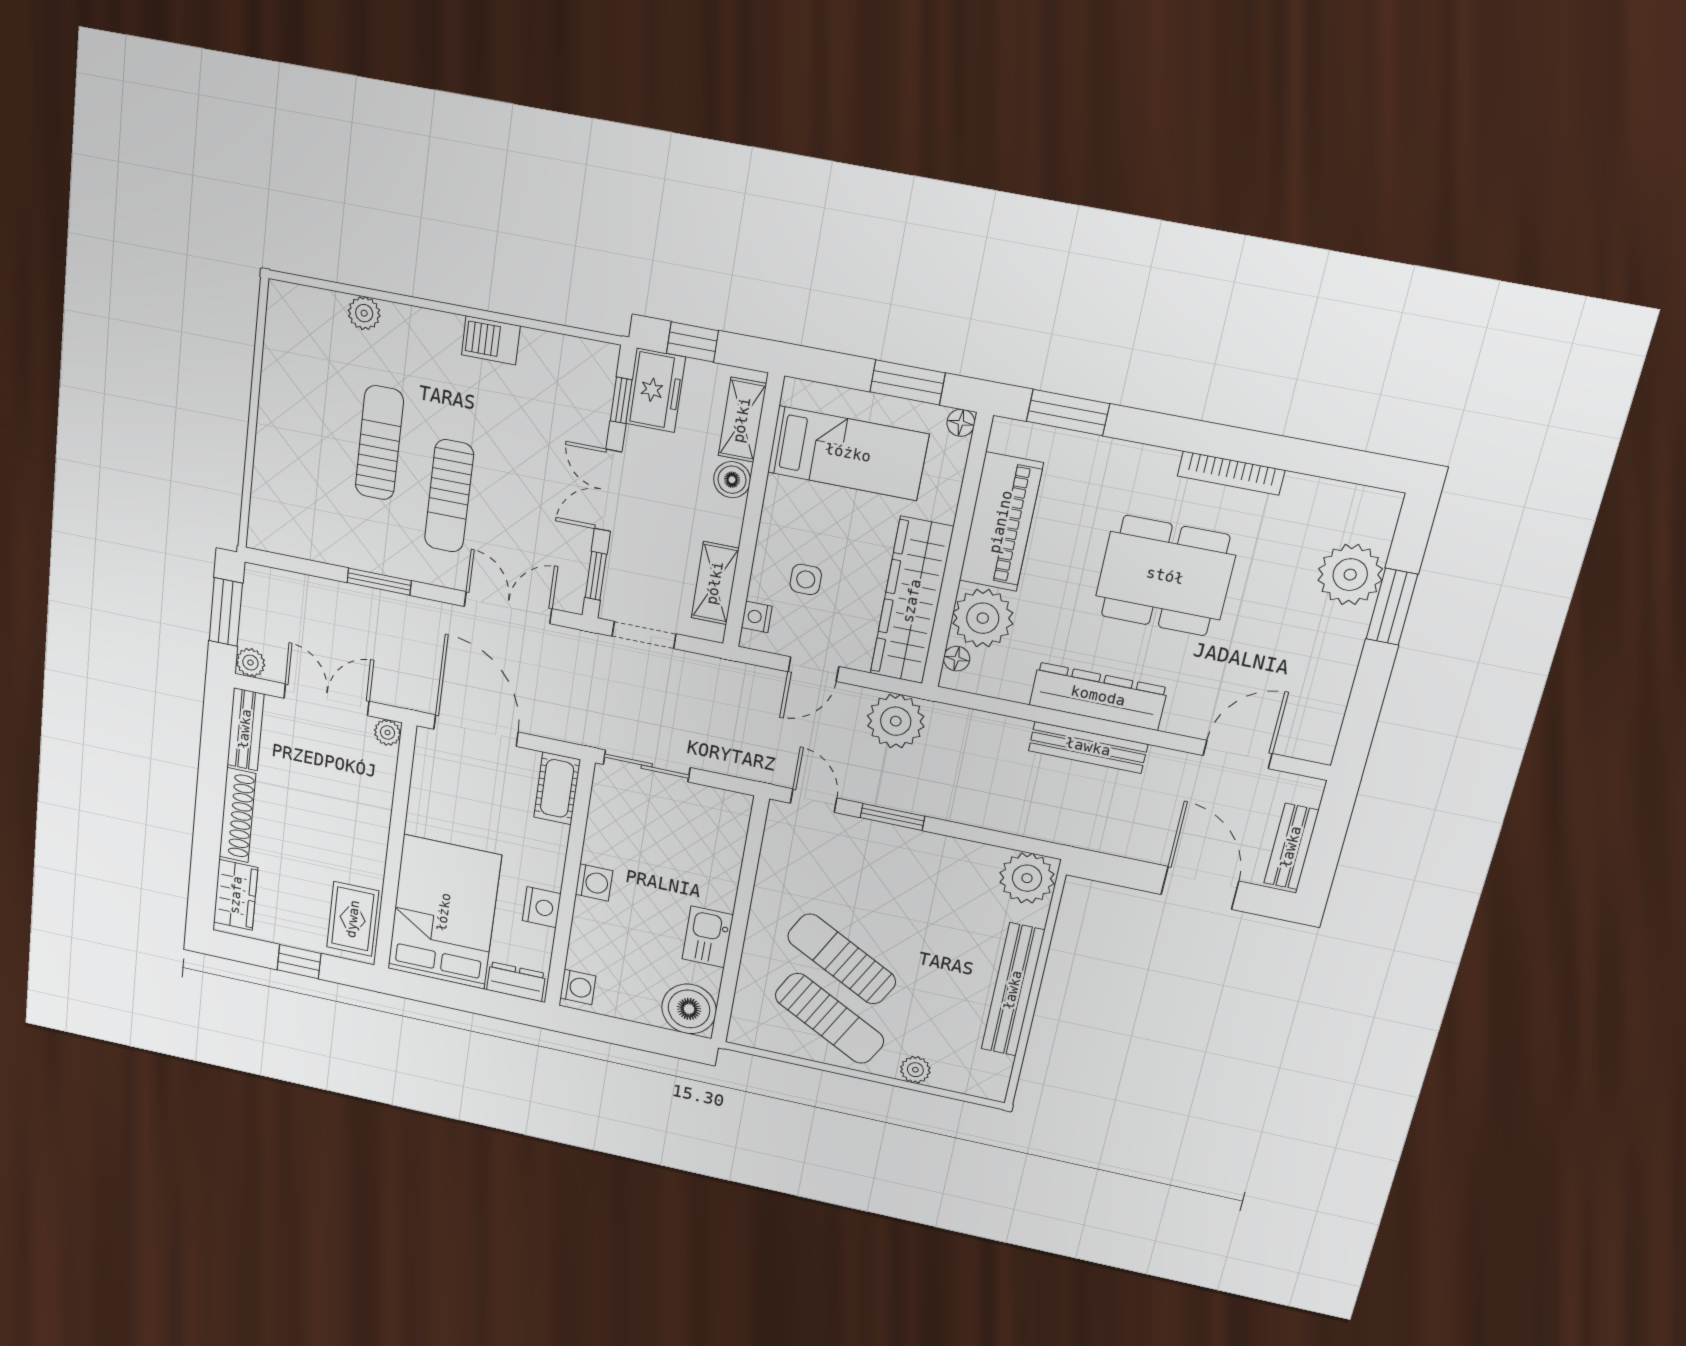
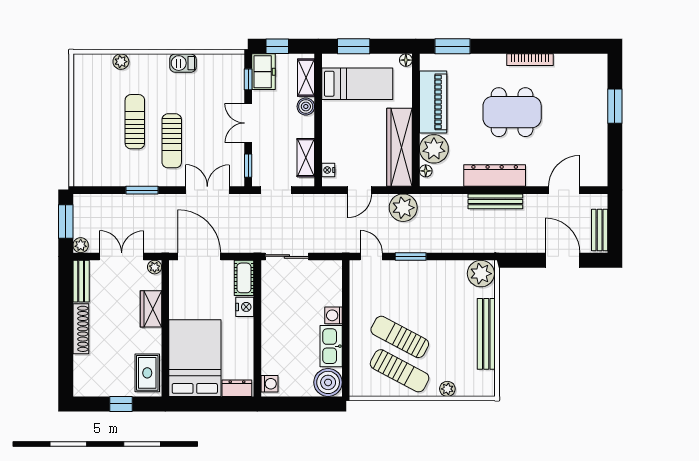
window: (907, 382) -> (354, 46), moved
plant: (1350, 575) -> (593, 95), removed
side table: (806, 579) -> (348, 147), removed
washing machine: (594, 882) -> (334, 315), moved, turned 180
wardrobe: (236, 895) -> (151, 309), moved, turned 180
nightstand: (542, 907) -> (245, 307), moved
kitchen sink: (708, 937) -> (331, 346), width x1.38

